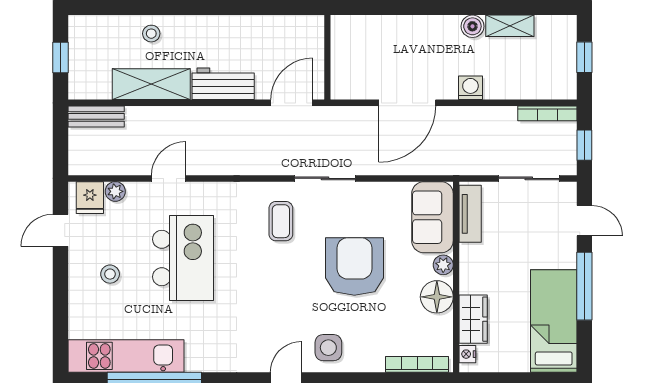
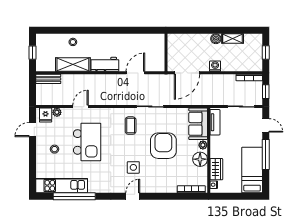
wall: (327, 57) -> (166, 53), moved
side table: (328, 348) -> (133, 167), moved

